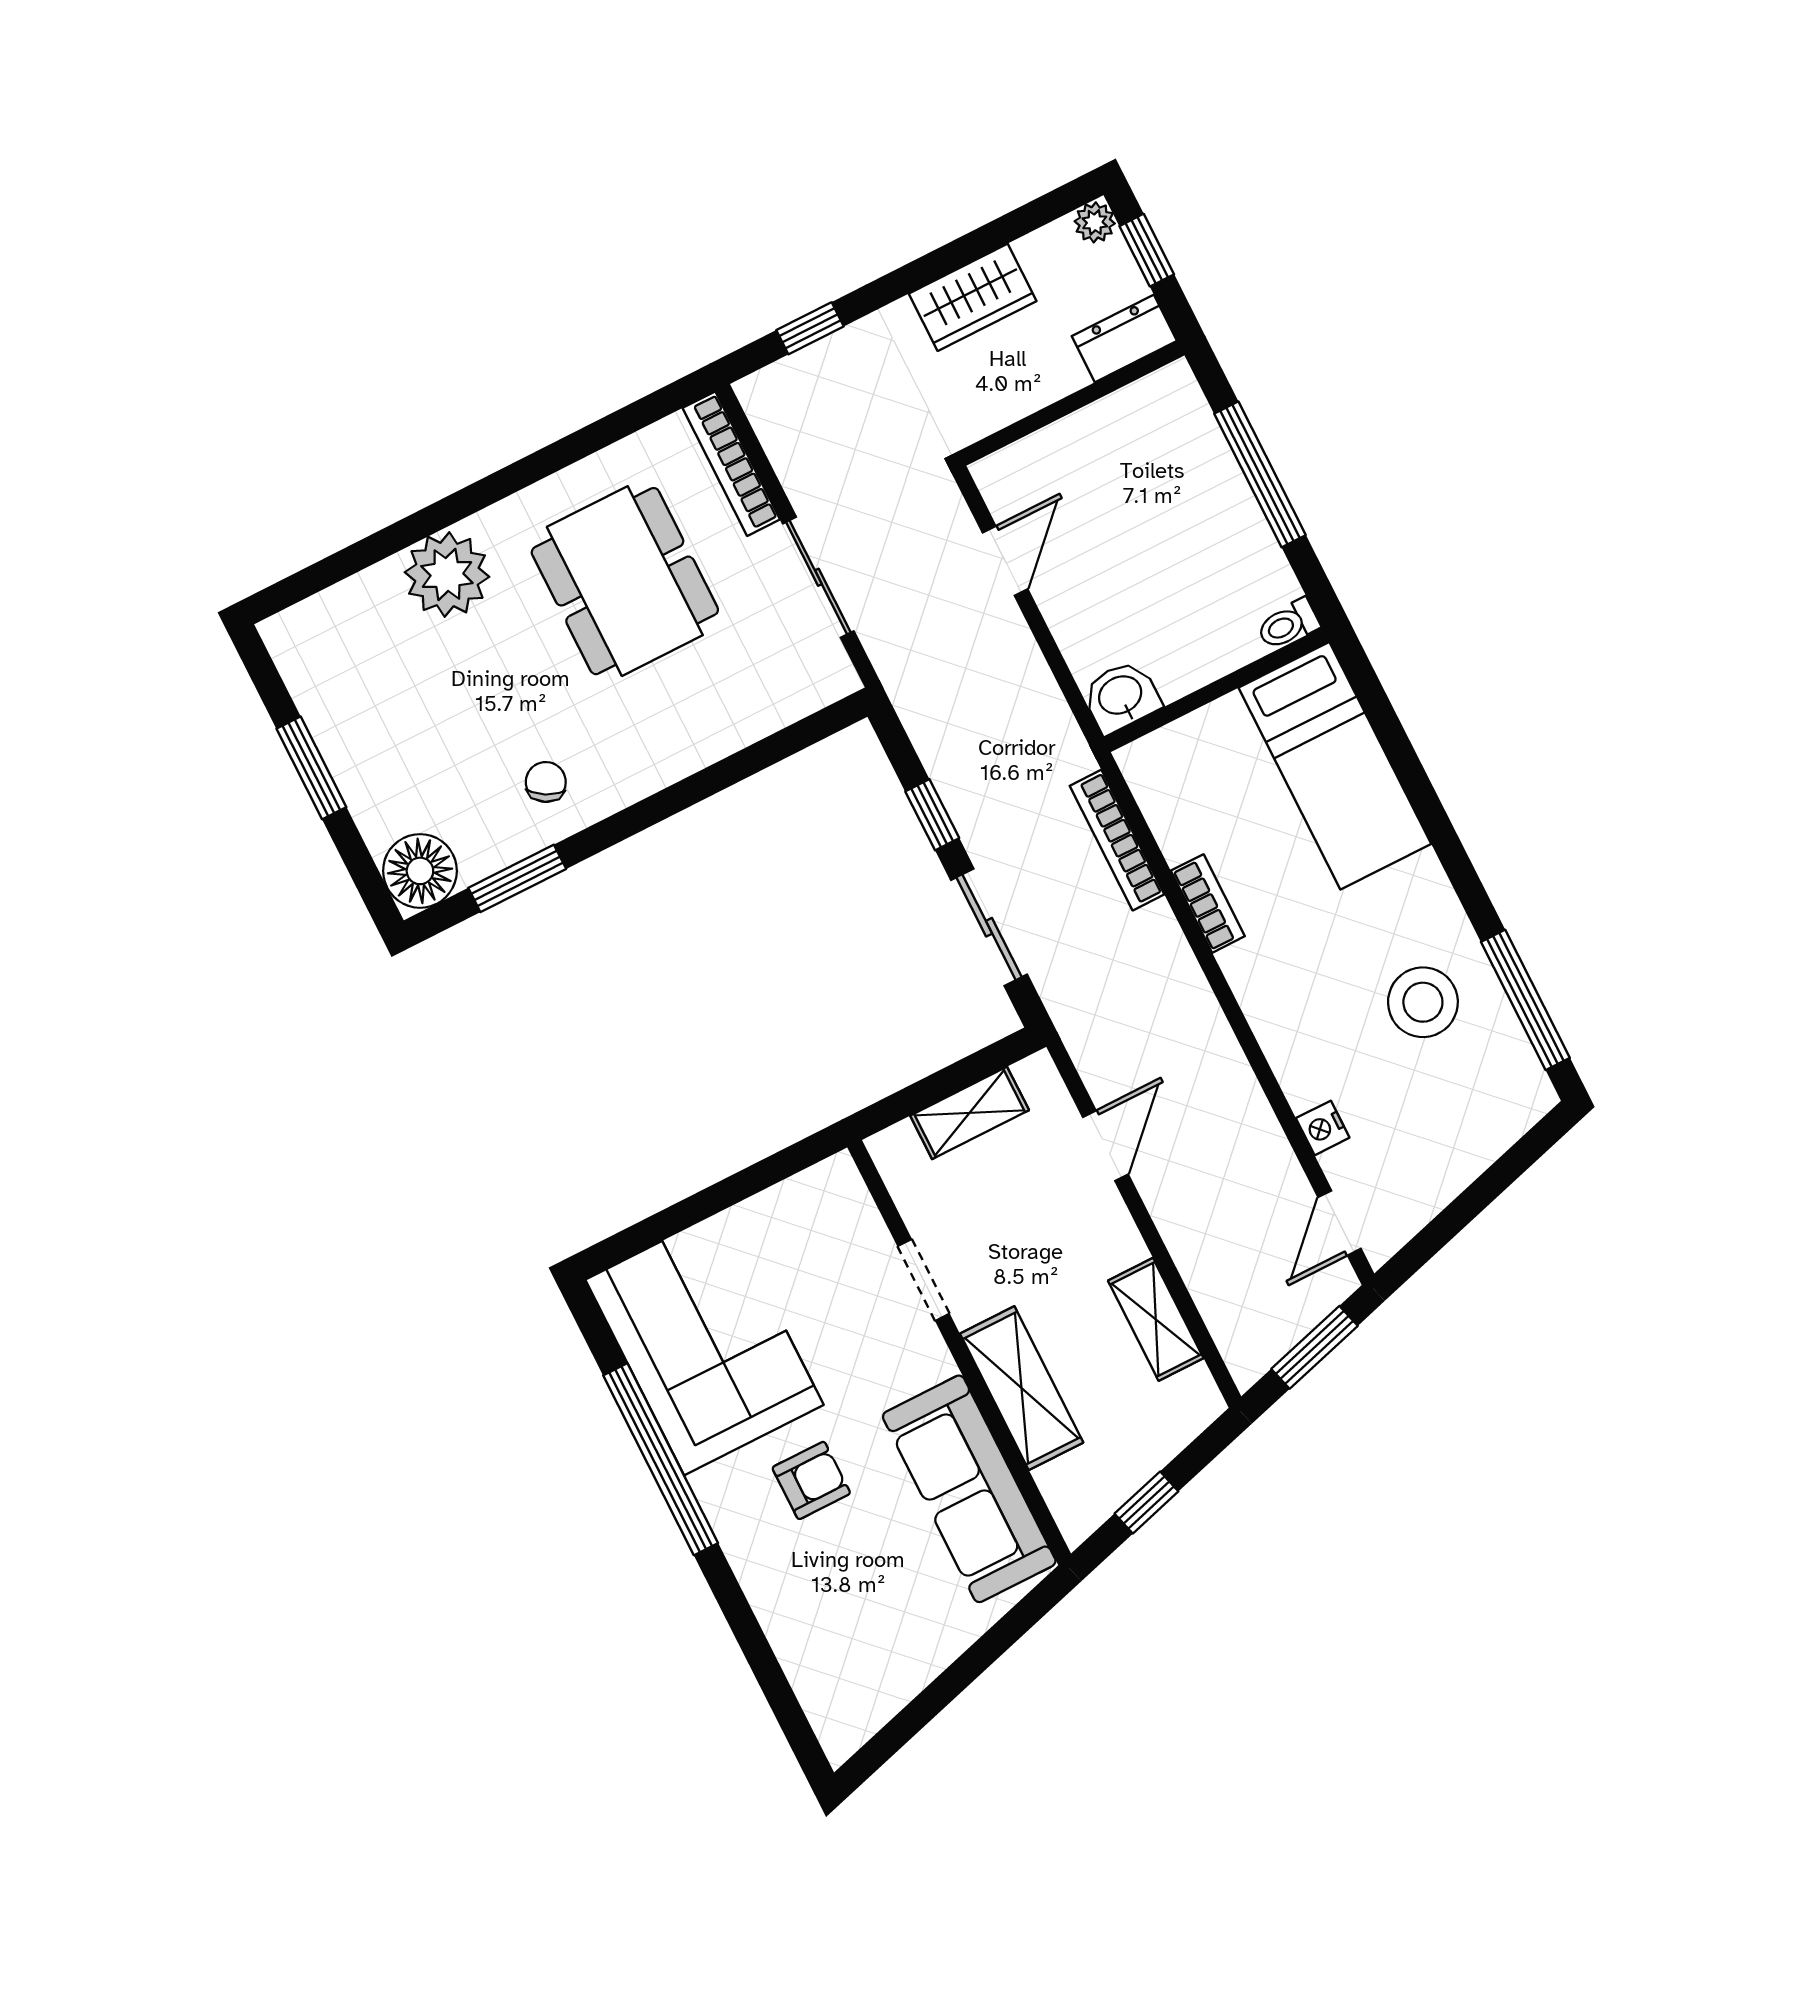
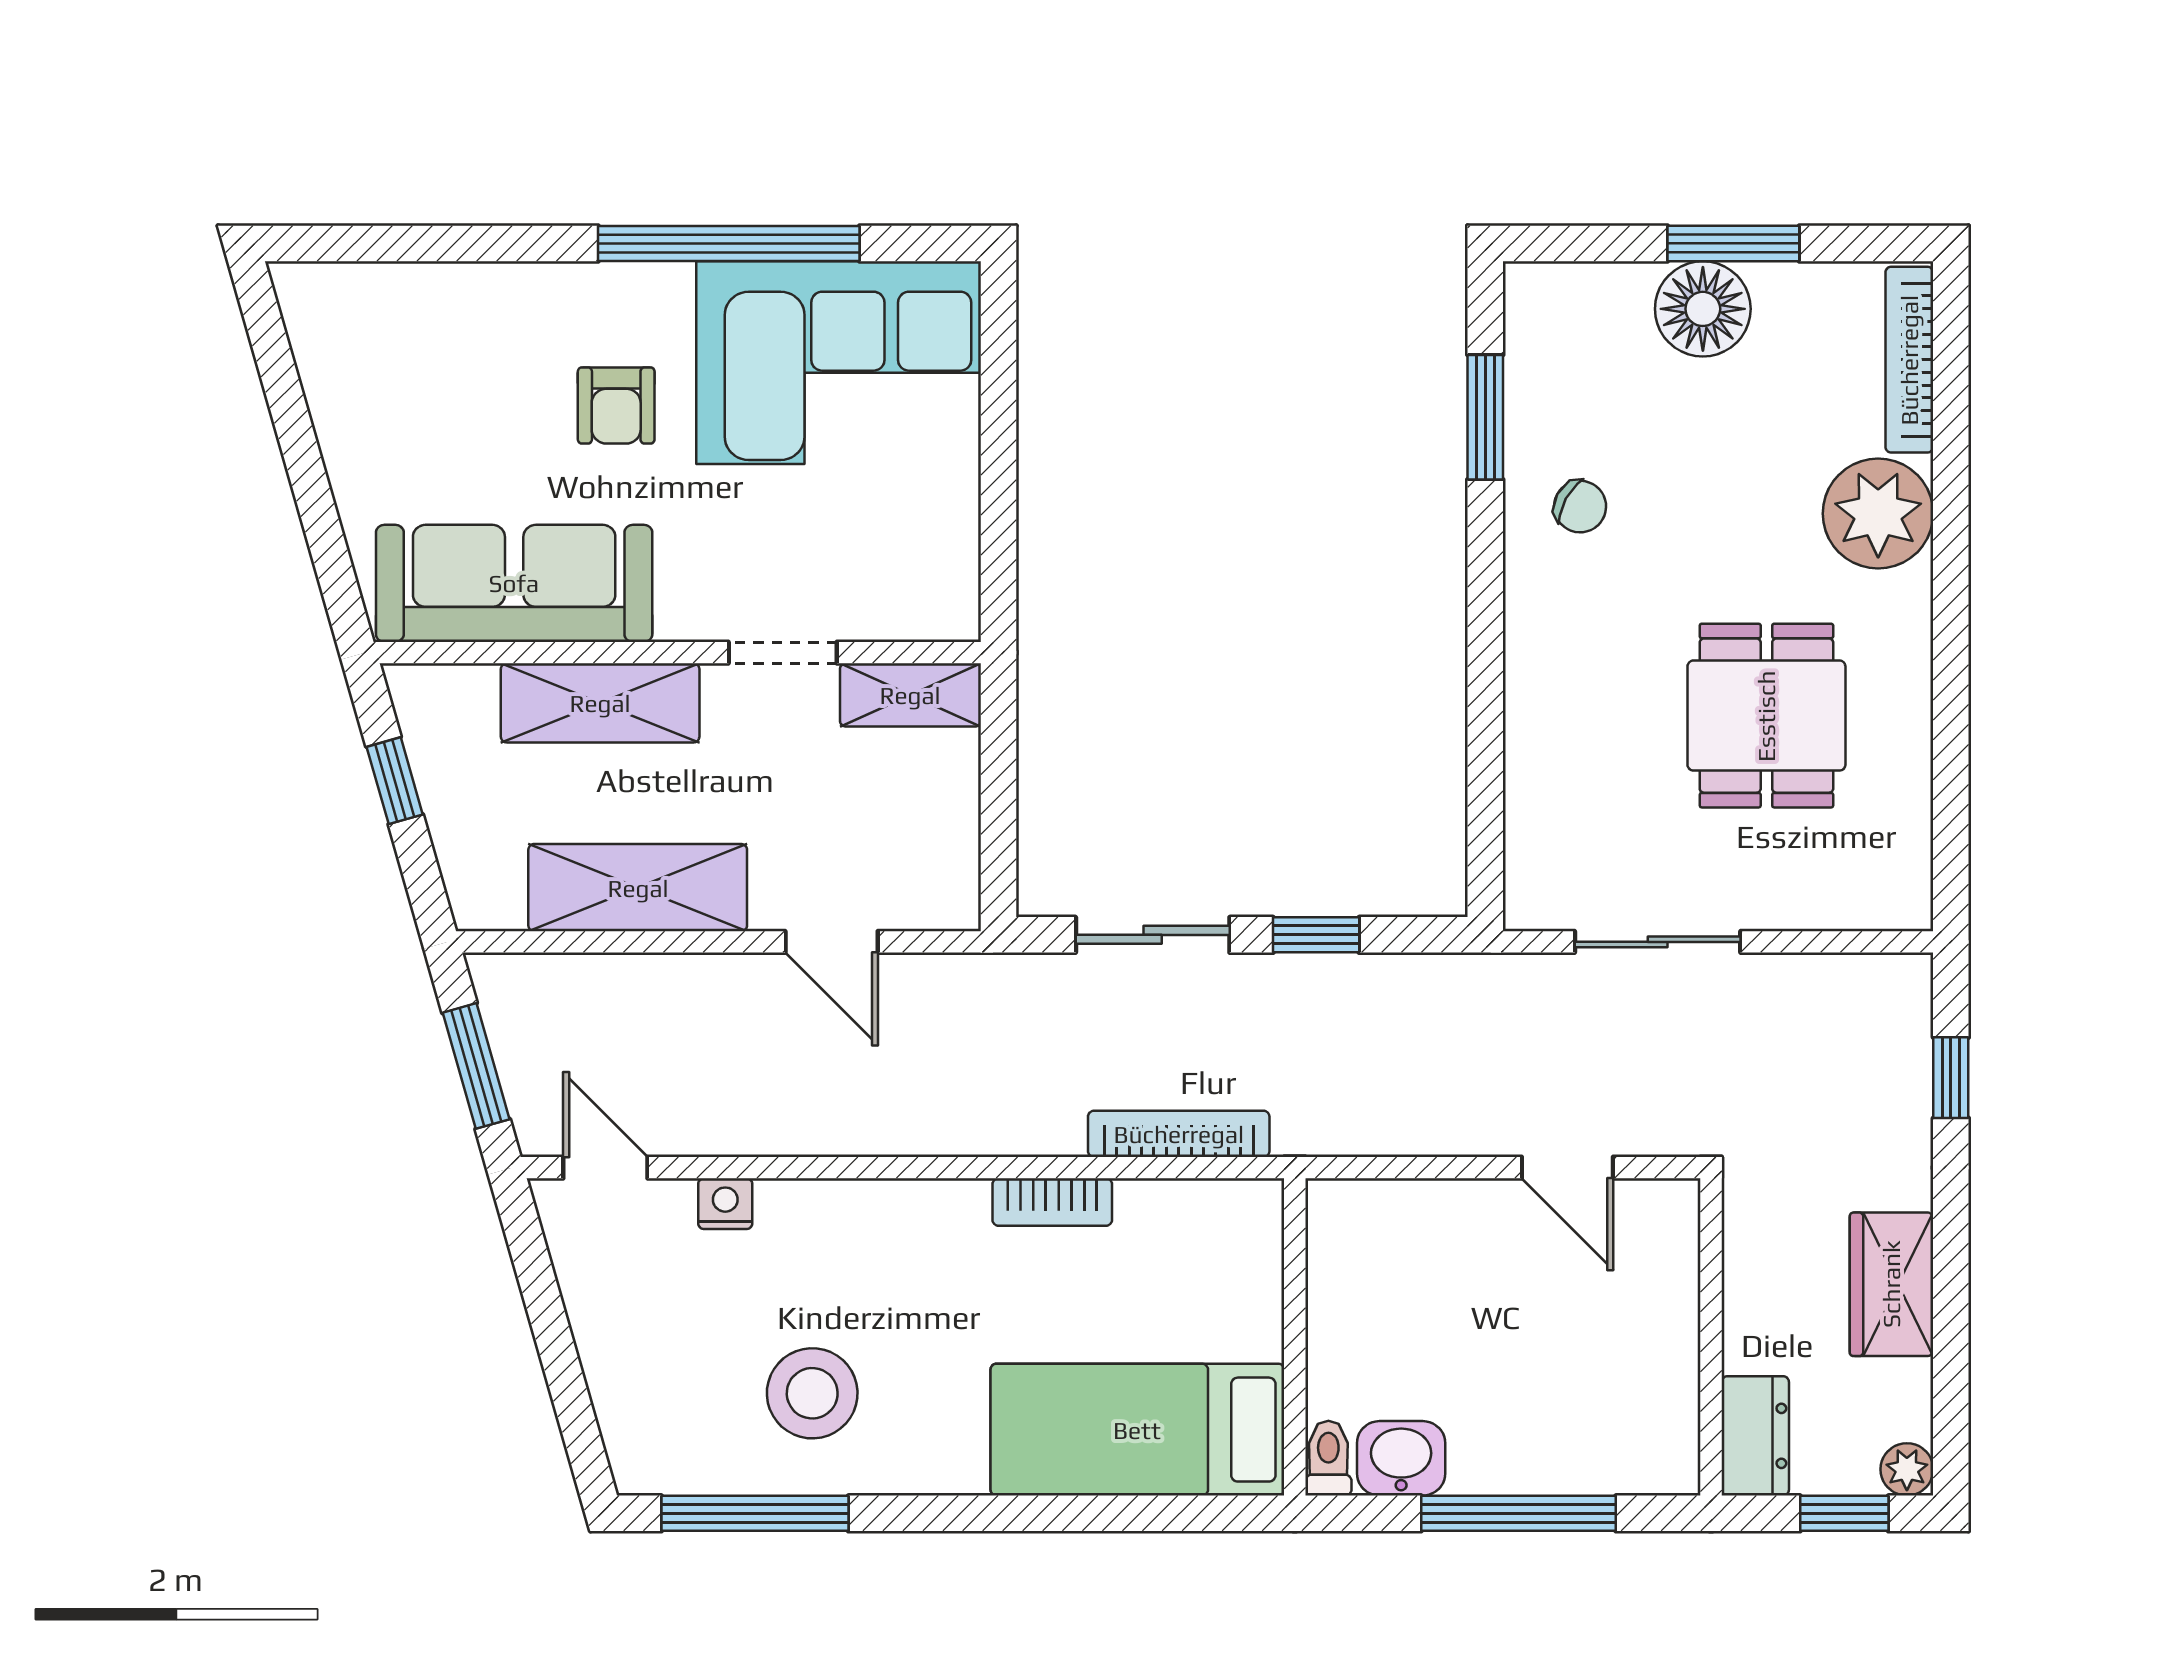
bookcase: (731, 464) -> (1909, 360), moved, turned -90
dining table: (625, 581) -> (1766, 716), width x0.73
washbasin: (1121, 697) -> (1401, 1458), moved, turned -90
floor lamp: (420, 871) -> (1703, 309), moved
shelving: (970, 1113) -> (910, 695), moved, turned 90
shelving: (1156, 1319) -> (638, 888), width x1.50, depth x1.33

